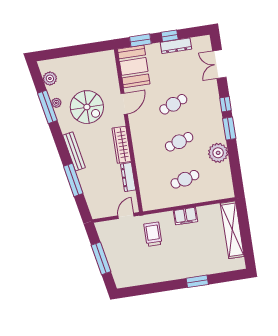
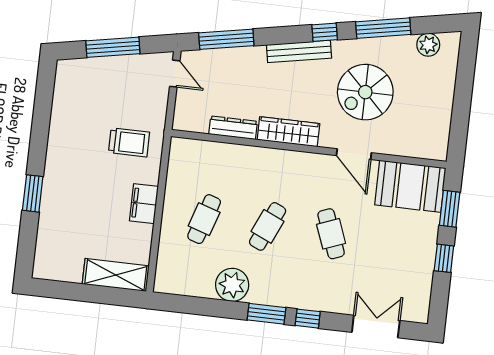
dresser: (176, 46) -> (425, 264), removed
plant: (56, 103) -> (386, 44), removed
window: (59, 140) -> (325, 32), added
cafe table: (179, 142) -> (268, 226), turned 42
cafe table: (185, 179) -> (204, 219), turned 33
window: (73, 180) -> (226, 39), moved
door: (126, 216) -> (175, 74), moved
shelving: (232, 230) -> (116, 275), width x0.68

